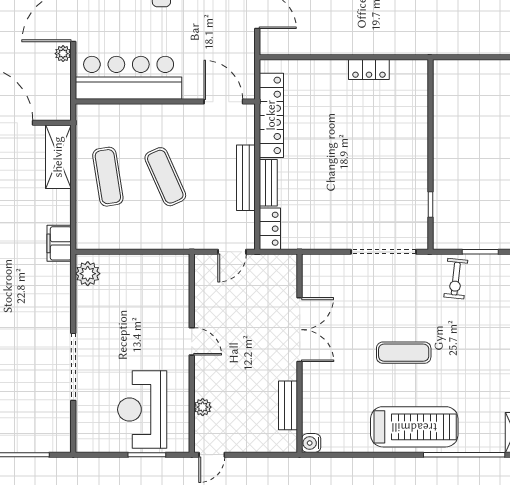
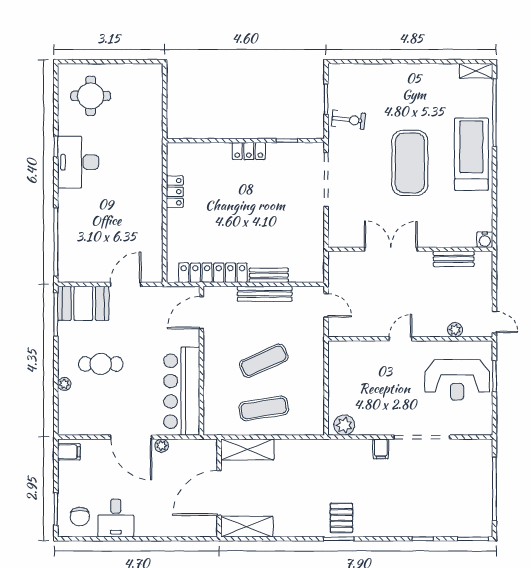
locker: (270, 229) -> (249, 151), moved, turned 180
filing cabinet: (59, 243) -> (381, 449), moved, width x0.50
exercise mat: (404, 353) -> (410, 163), width x2.00, depth x1.45

